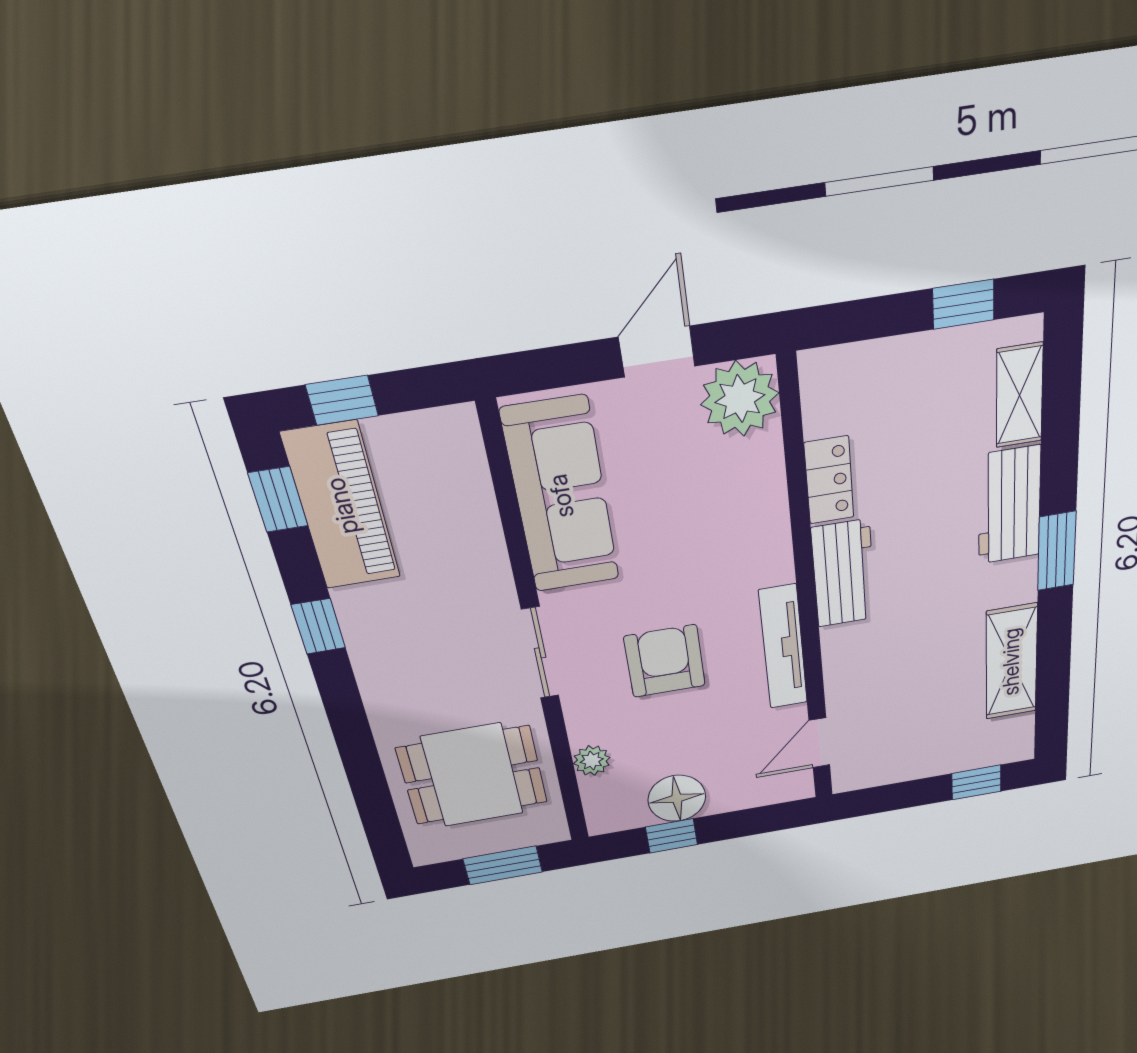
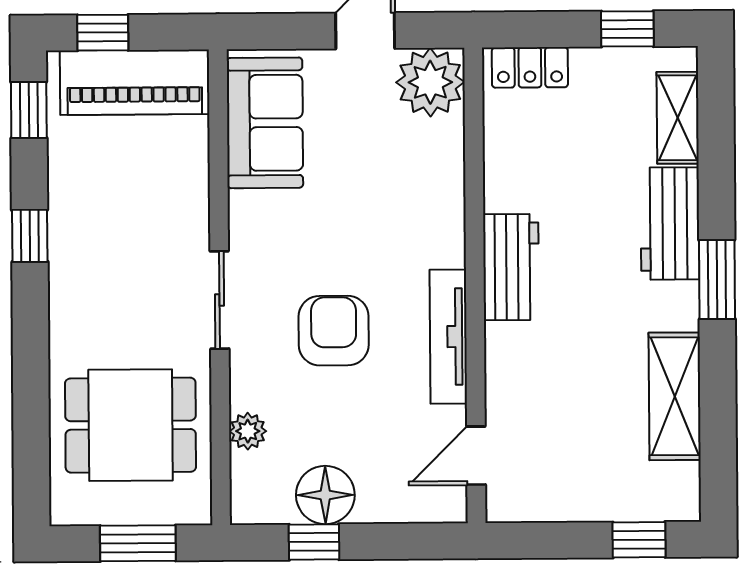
locker: (829, 480) -> (530, 67), moved, turned 90
sofa: (561, 496) -> (265, 123), width x0.73
piano: (342, 506) -> (135, 82), moved, turned 90

